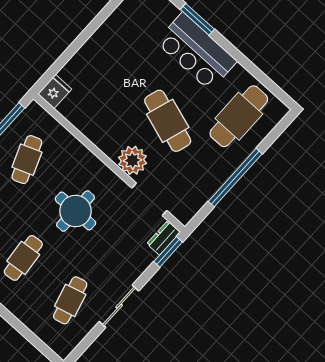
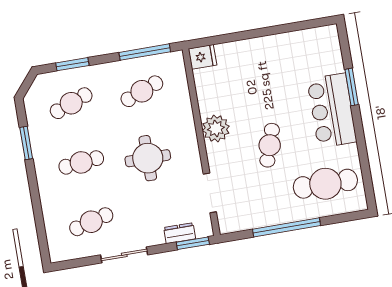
cafe table: (168, 121) -> (270, 145), width x0.73, depth x0.74
plant: (132, 160) -> (216, 128), moved
dresser: (163, 238) -> (180, 233), moved

